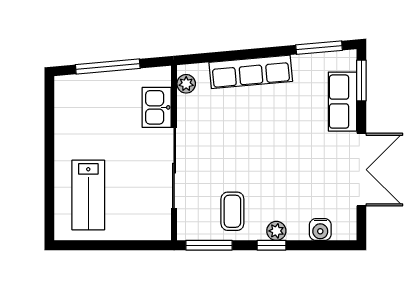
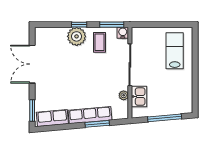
window: (319, 48) -> (97, 124), moved
plant: (186, 84) -> (124, 95), moved
row of seats: (342, 102) -> (52, 118), moved, turned -95
water cooler: (320, 230) -> (123, 33), moved
plant: (276, 231) -> (77, 36), width x1.88, depth x1.88

